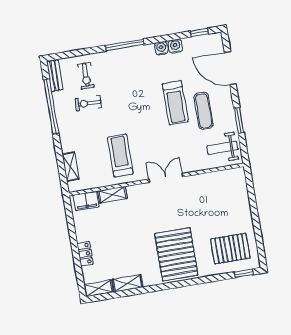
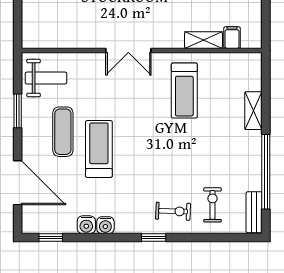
window: (125, 45) -> (154, 238), width x0.46
exercise bike: (88, 103) -> (173, 211), moved
shelving: (71, 167) -> (253, 111), moved
filing cabinet: (86, 201) -> (232, 38), width x0.50

